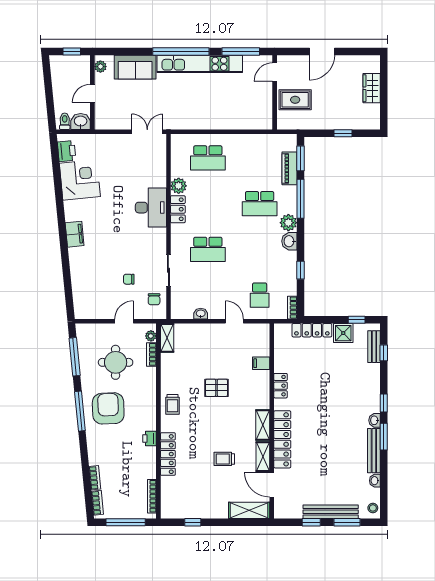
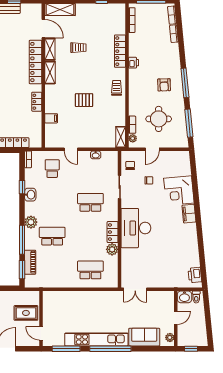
door: (275, 72) -> (41, 333), swing flipped
corner desk: (80, 180) -> (179, 191), moved
desk: (151, 208) -> (136, 228), width x1.36, depth x1.30
washbasin: (289, 241) -> (30, 195), moved
armchair: (108, 408) -> (164, 85), width x0.53, depth x0.53

